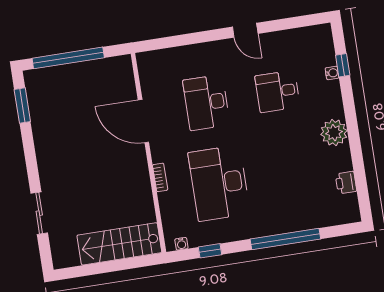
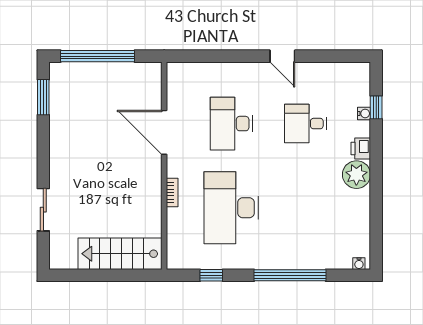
printer: (346, 183) -> (361, 148), moved
water cooler: (181, 244) -> (359, 264), moved

